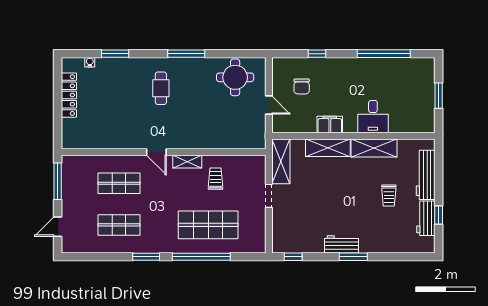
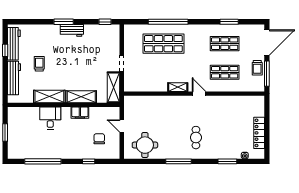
trolley: (215, 179) -> (257, 68), moved
workbench: (426, 218) -> (14, 44), width x1.38
door: (58, 227) -> (267, 42), width x1.87
window: (146, 257) -> (229, 22), moved

